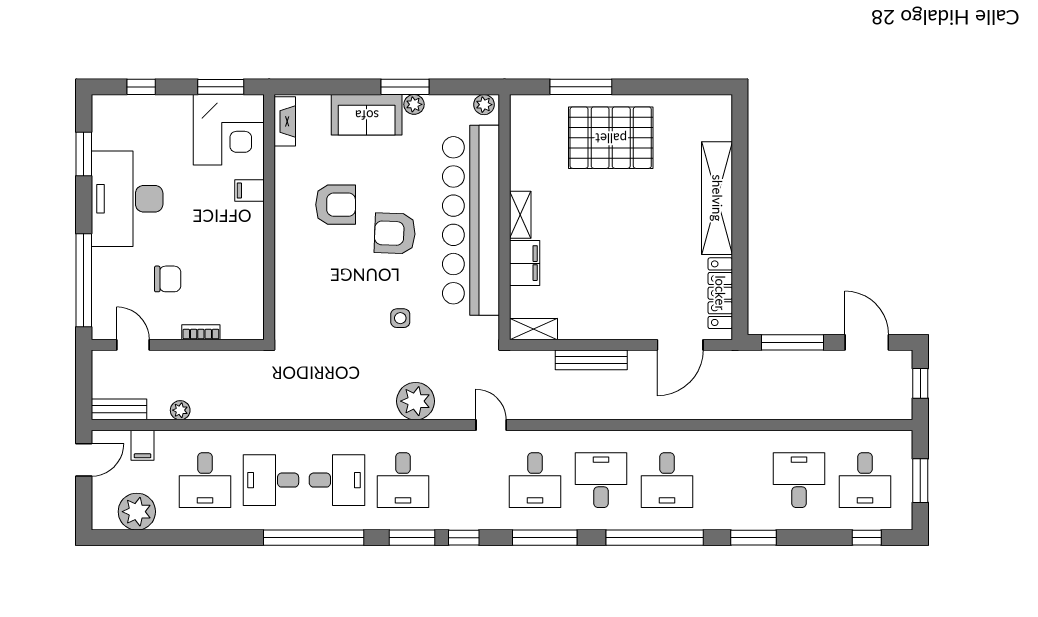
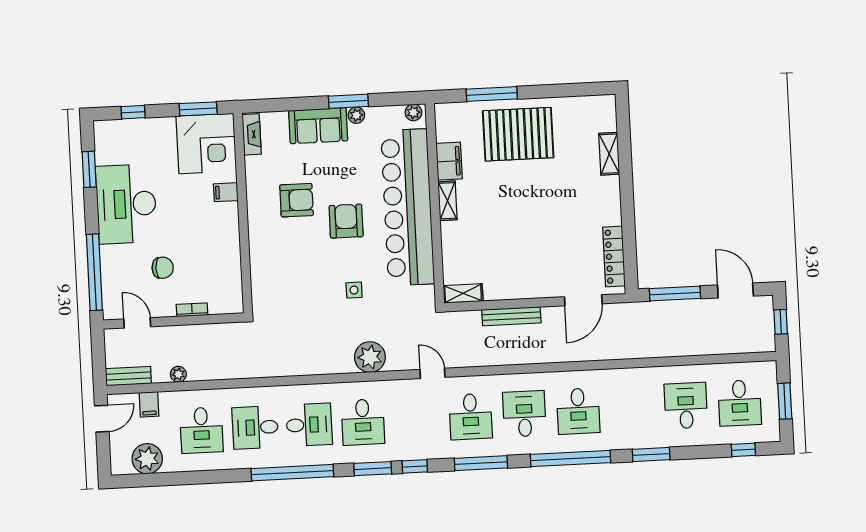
shelving: (717, 198) -> (609, 154), width x0.45, depth x0.75
armchair: (395, 233) -> (346, 221), turned 88
filing cabinet: (525, 263) -> (449, 161), moved

